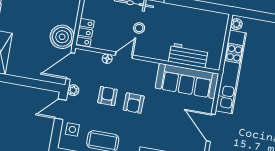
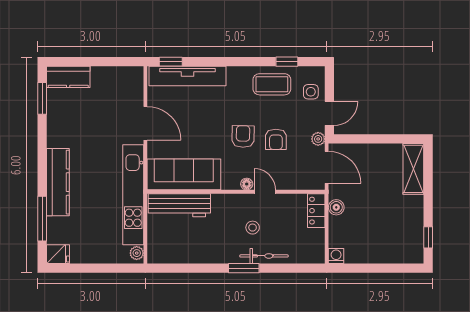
boiler: (62, 37) -> (336, 207), width x0.54, depth x0.54
door: (124, 55) -> (265, 192), swing flipped
workbench: (188, 55) -> (179, 205), width x1.38
floor lamp: (107, 59) -> (247, 184), moved
door: (70, 66) -> (327, 167), hinge flipped

